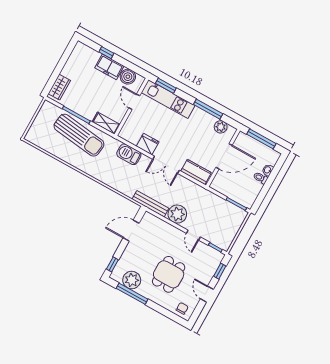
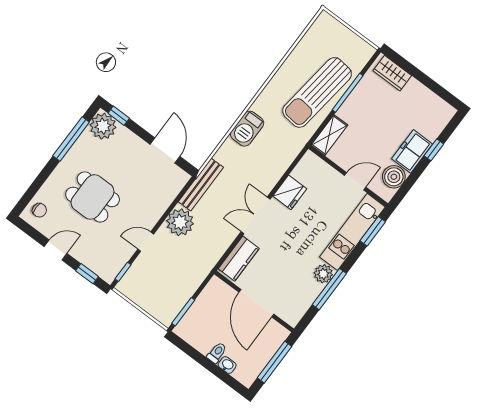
plant: (221, 127) -> (323, 274), moved
barbecue: (129, 154) -> (247, 129), moved, turned 180
plant: (132, 280) -> (103, 126), moved

